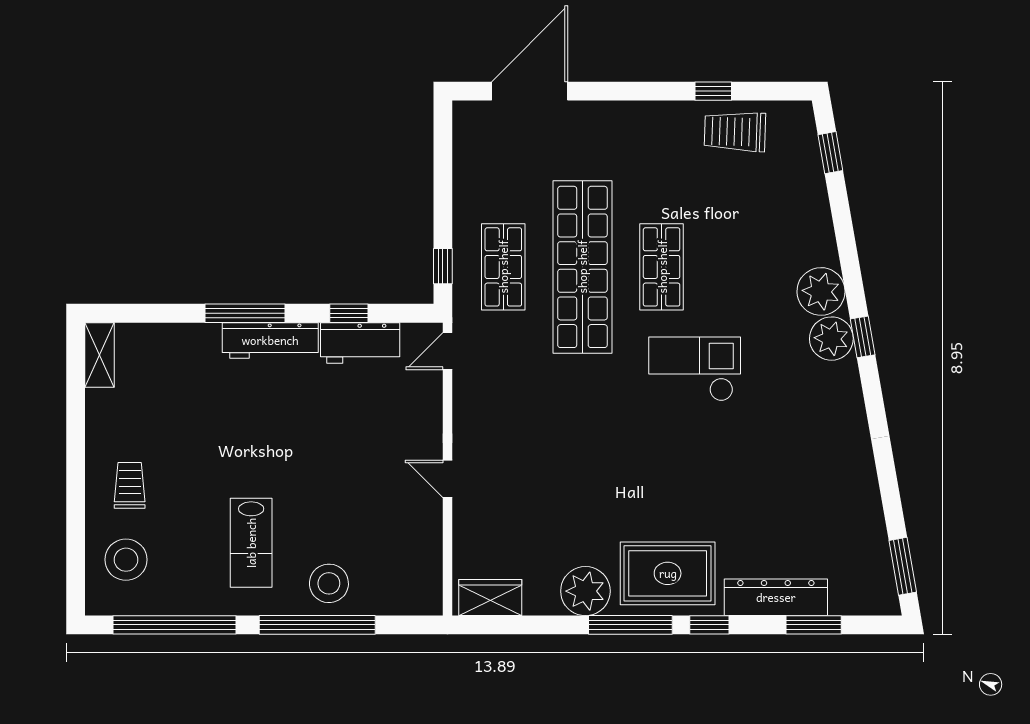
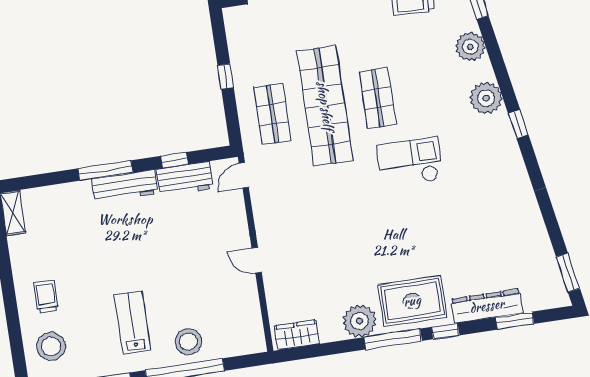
window: (443, 266) -> (226, 76), moved
plant: (831, 339) -> (470, 47), moved
lab bench: (251, 543) -> (132, 322), turned 180

